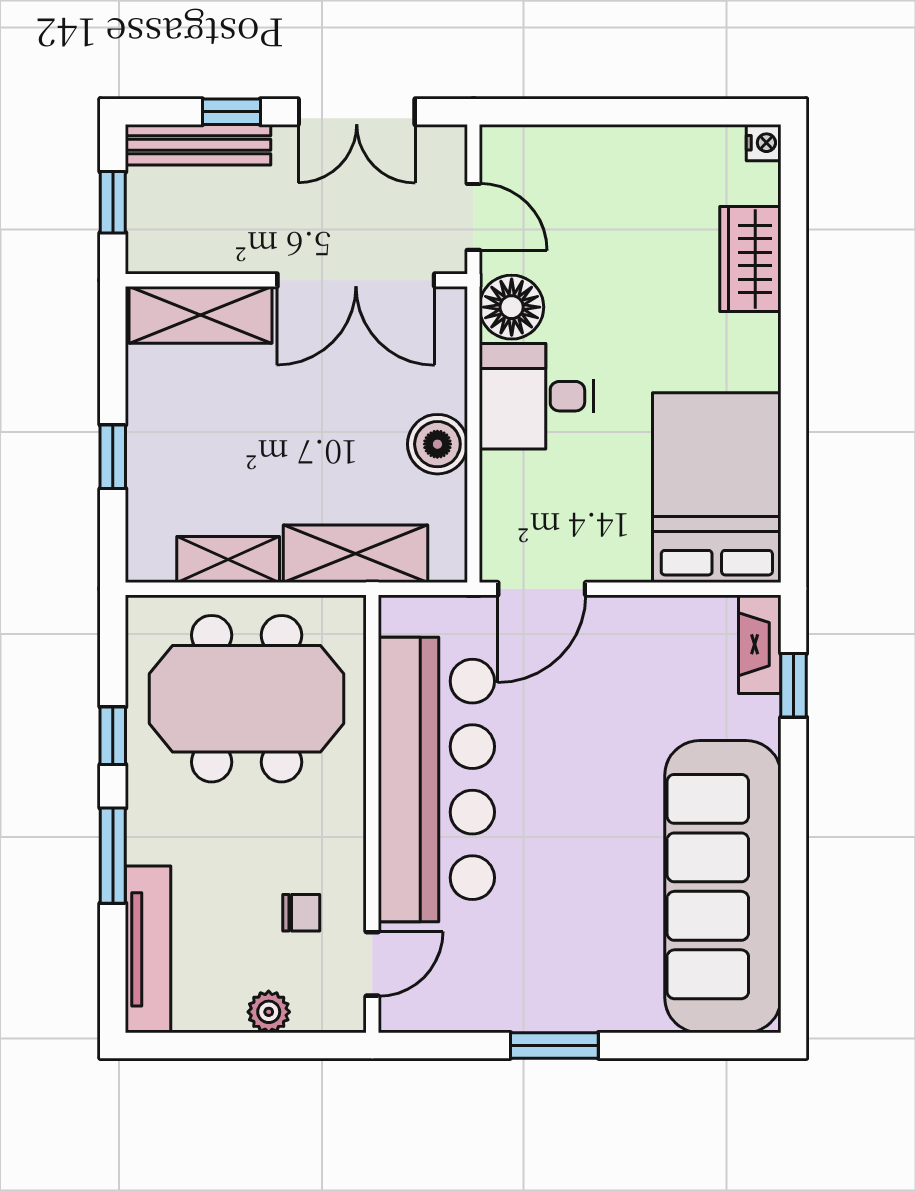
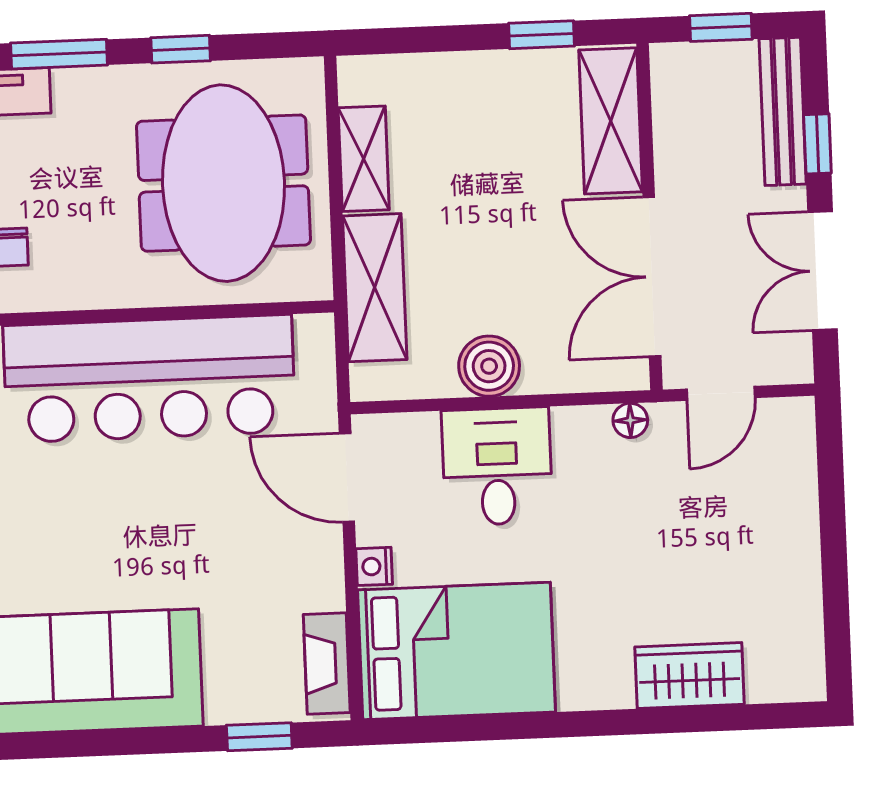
nightstand: (764, 143) -> (374, 566), moved, turned 90
floor lamp: (512, 307) -> (630, 420), width x0.53, depth x0.53
desk: (537, 396) -> (497, 466), moved
window: (113, 457) -> (542, 35), moved
fireplace: (760, 644) -> (327, 663), moved, turned -90

